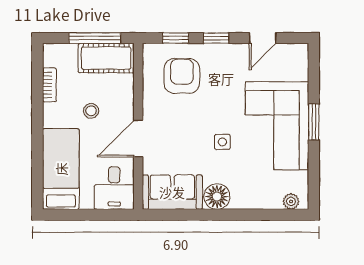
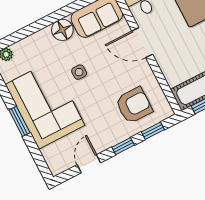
armchair: (182, 76) -> (134, 105), turned -90
stool: (91, 111) -> (187, 45), removed
door: (138, 139) -> (142, 43), swing flipped

